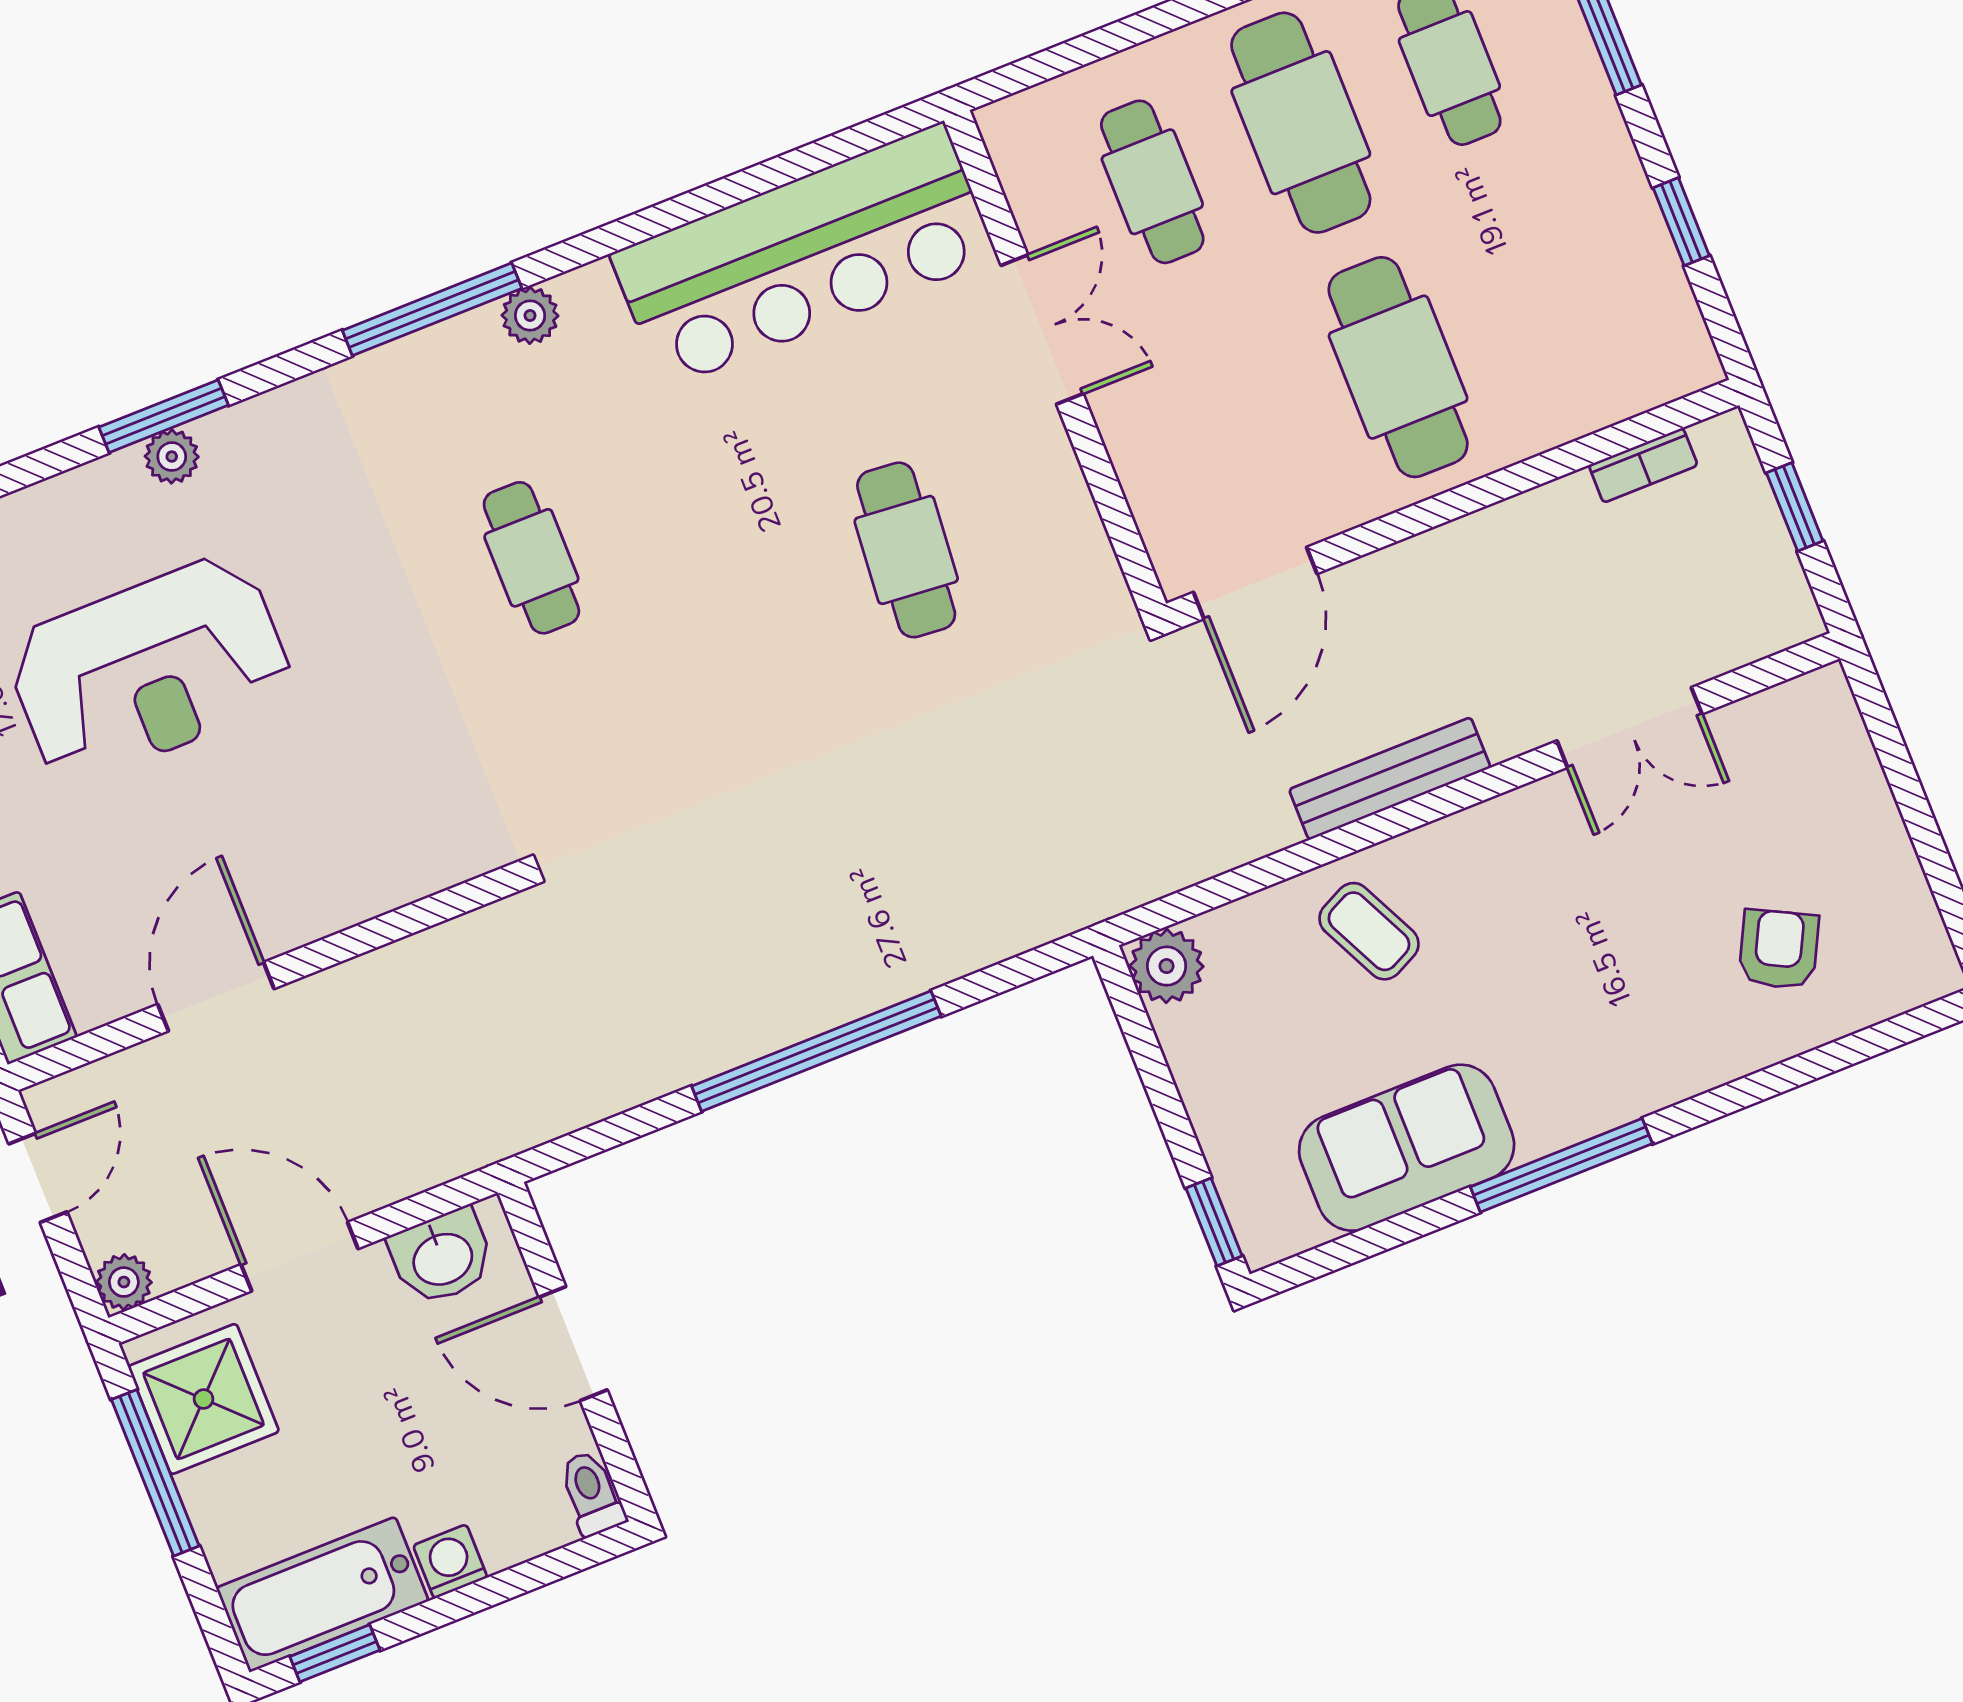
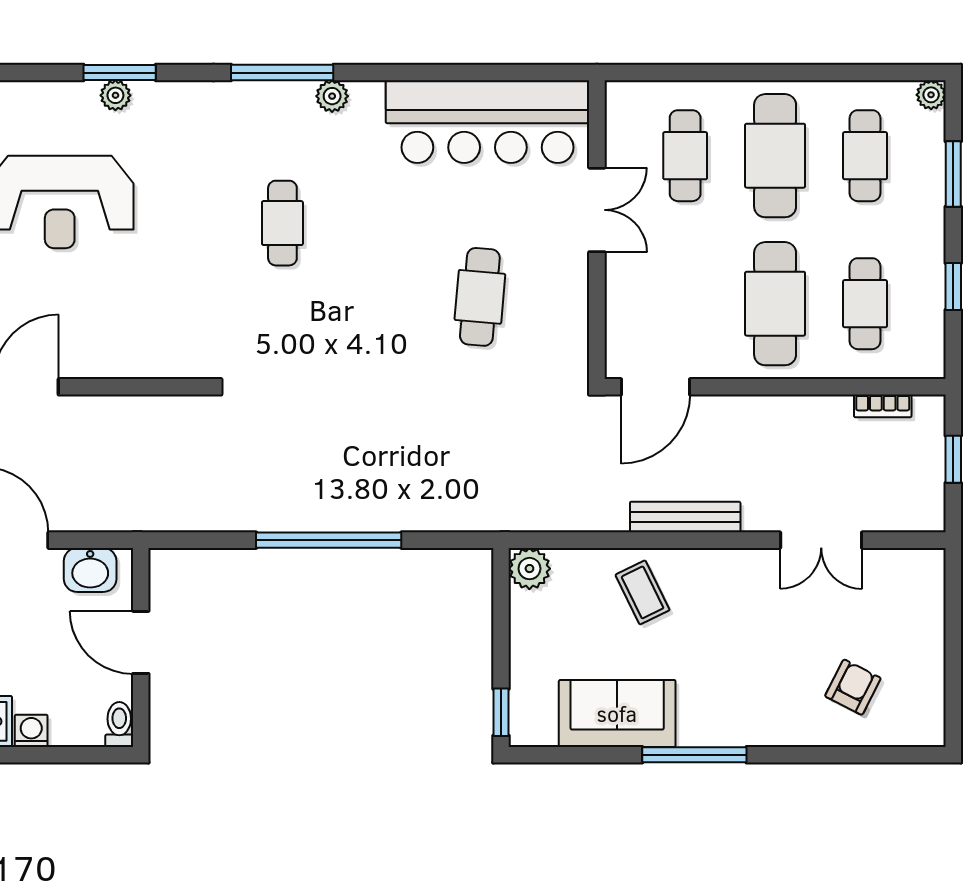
cafe table: (1547, 308) -> (865, 304), added

